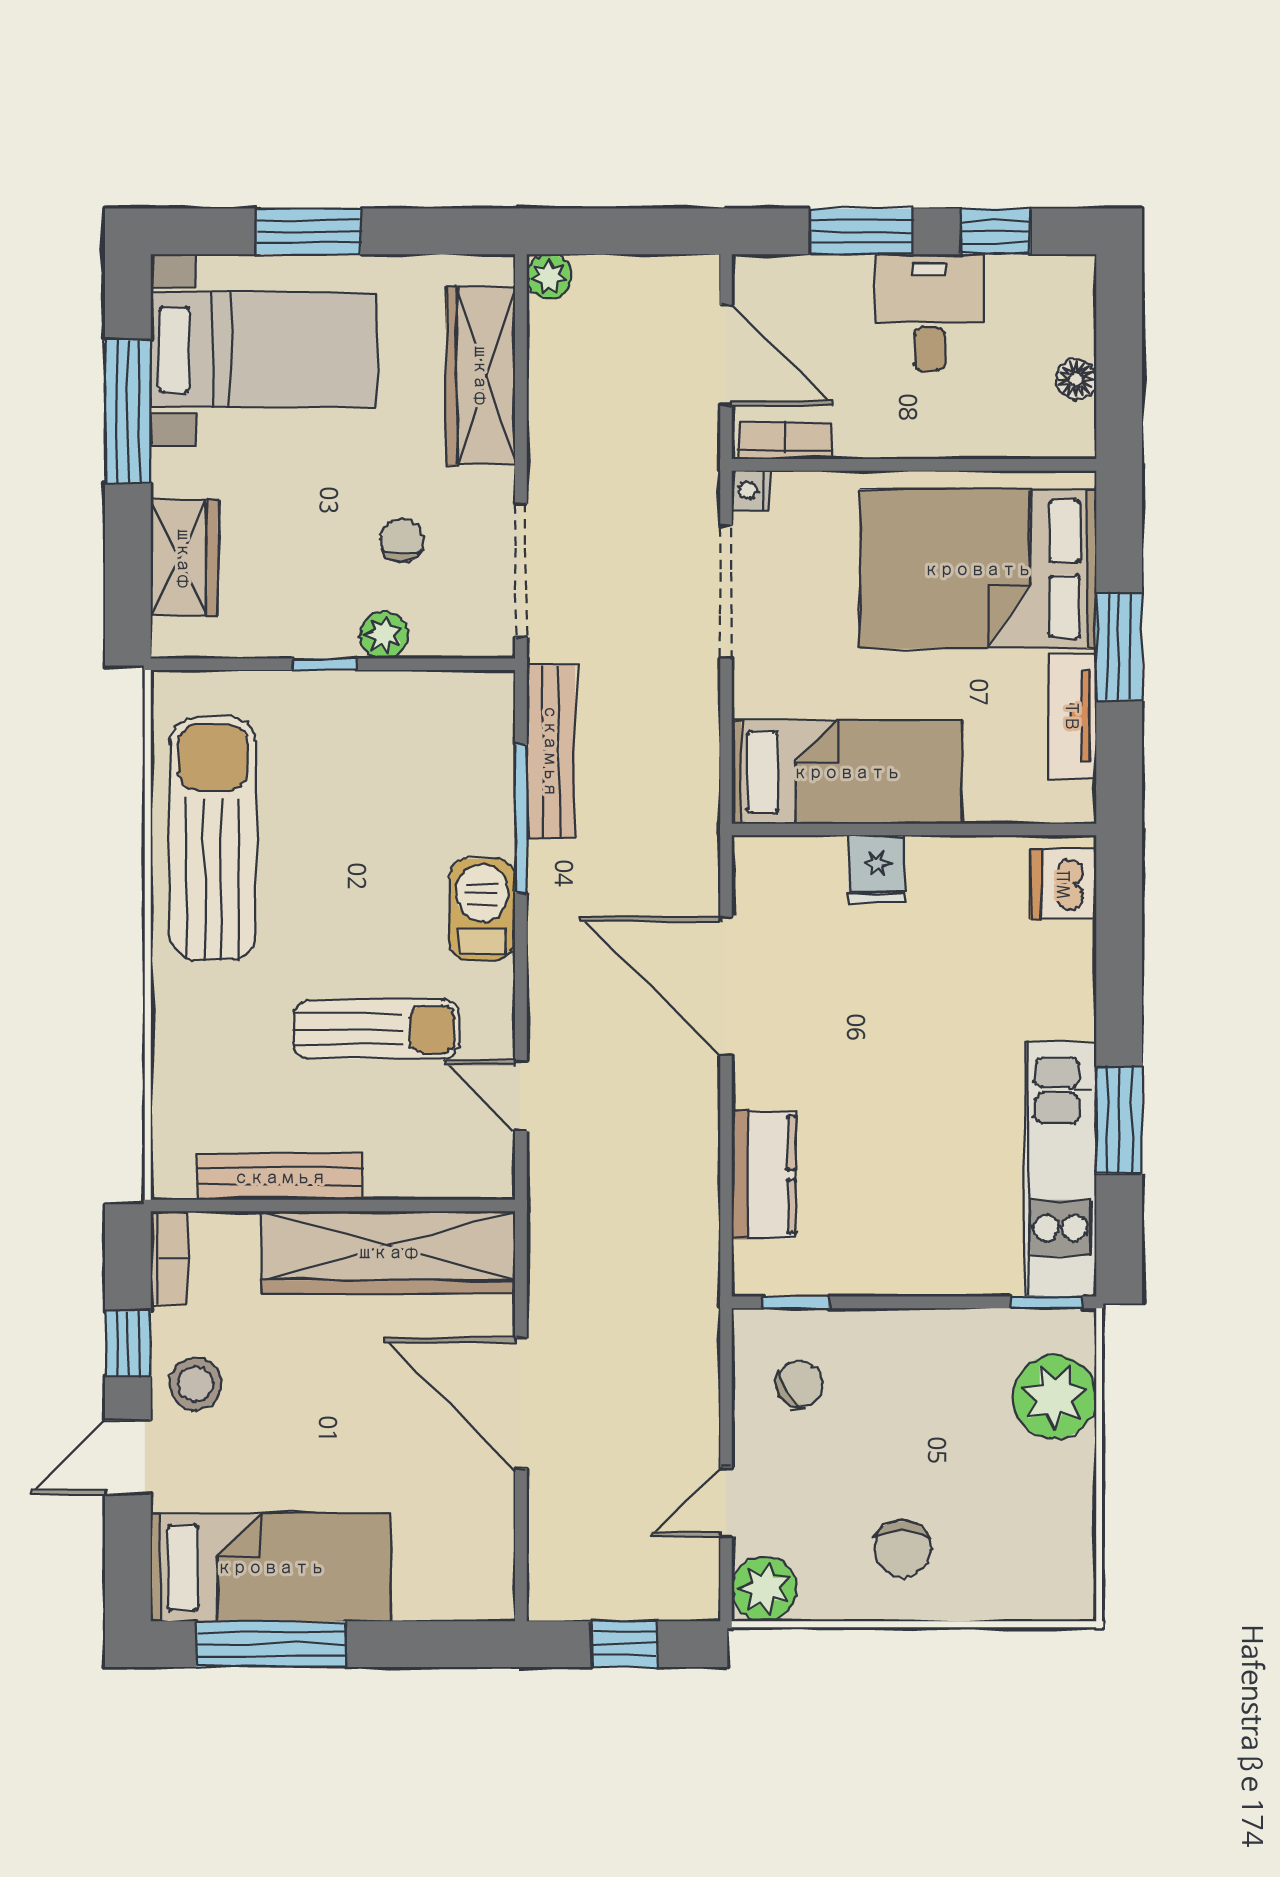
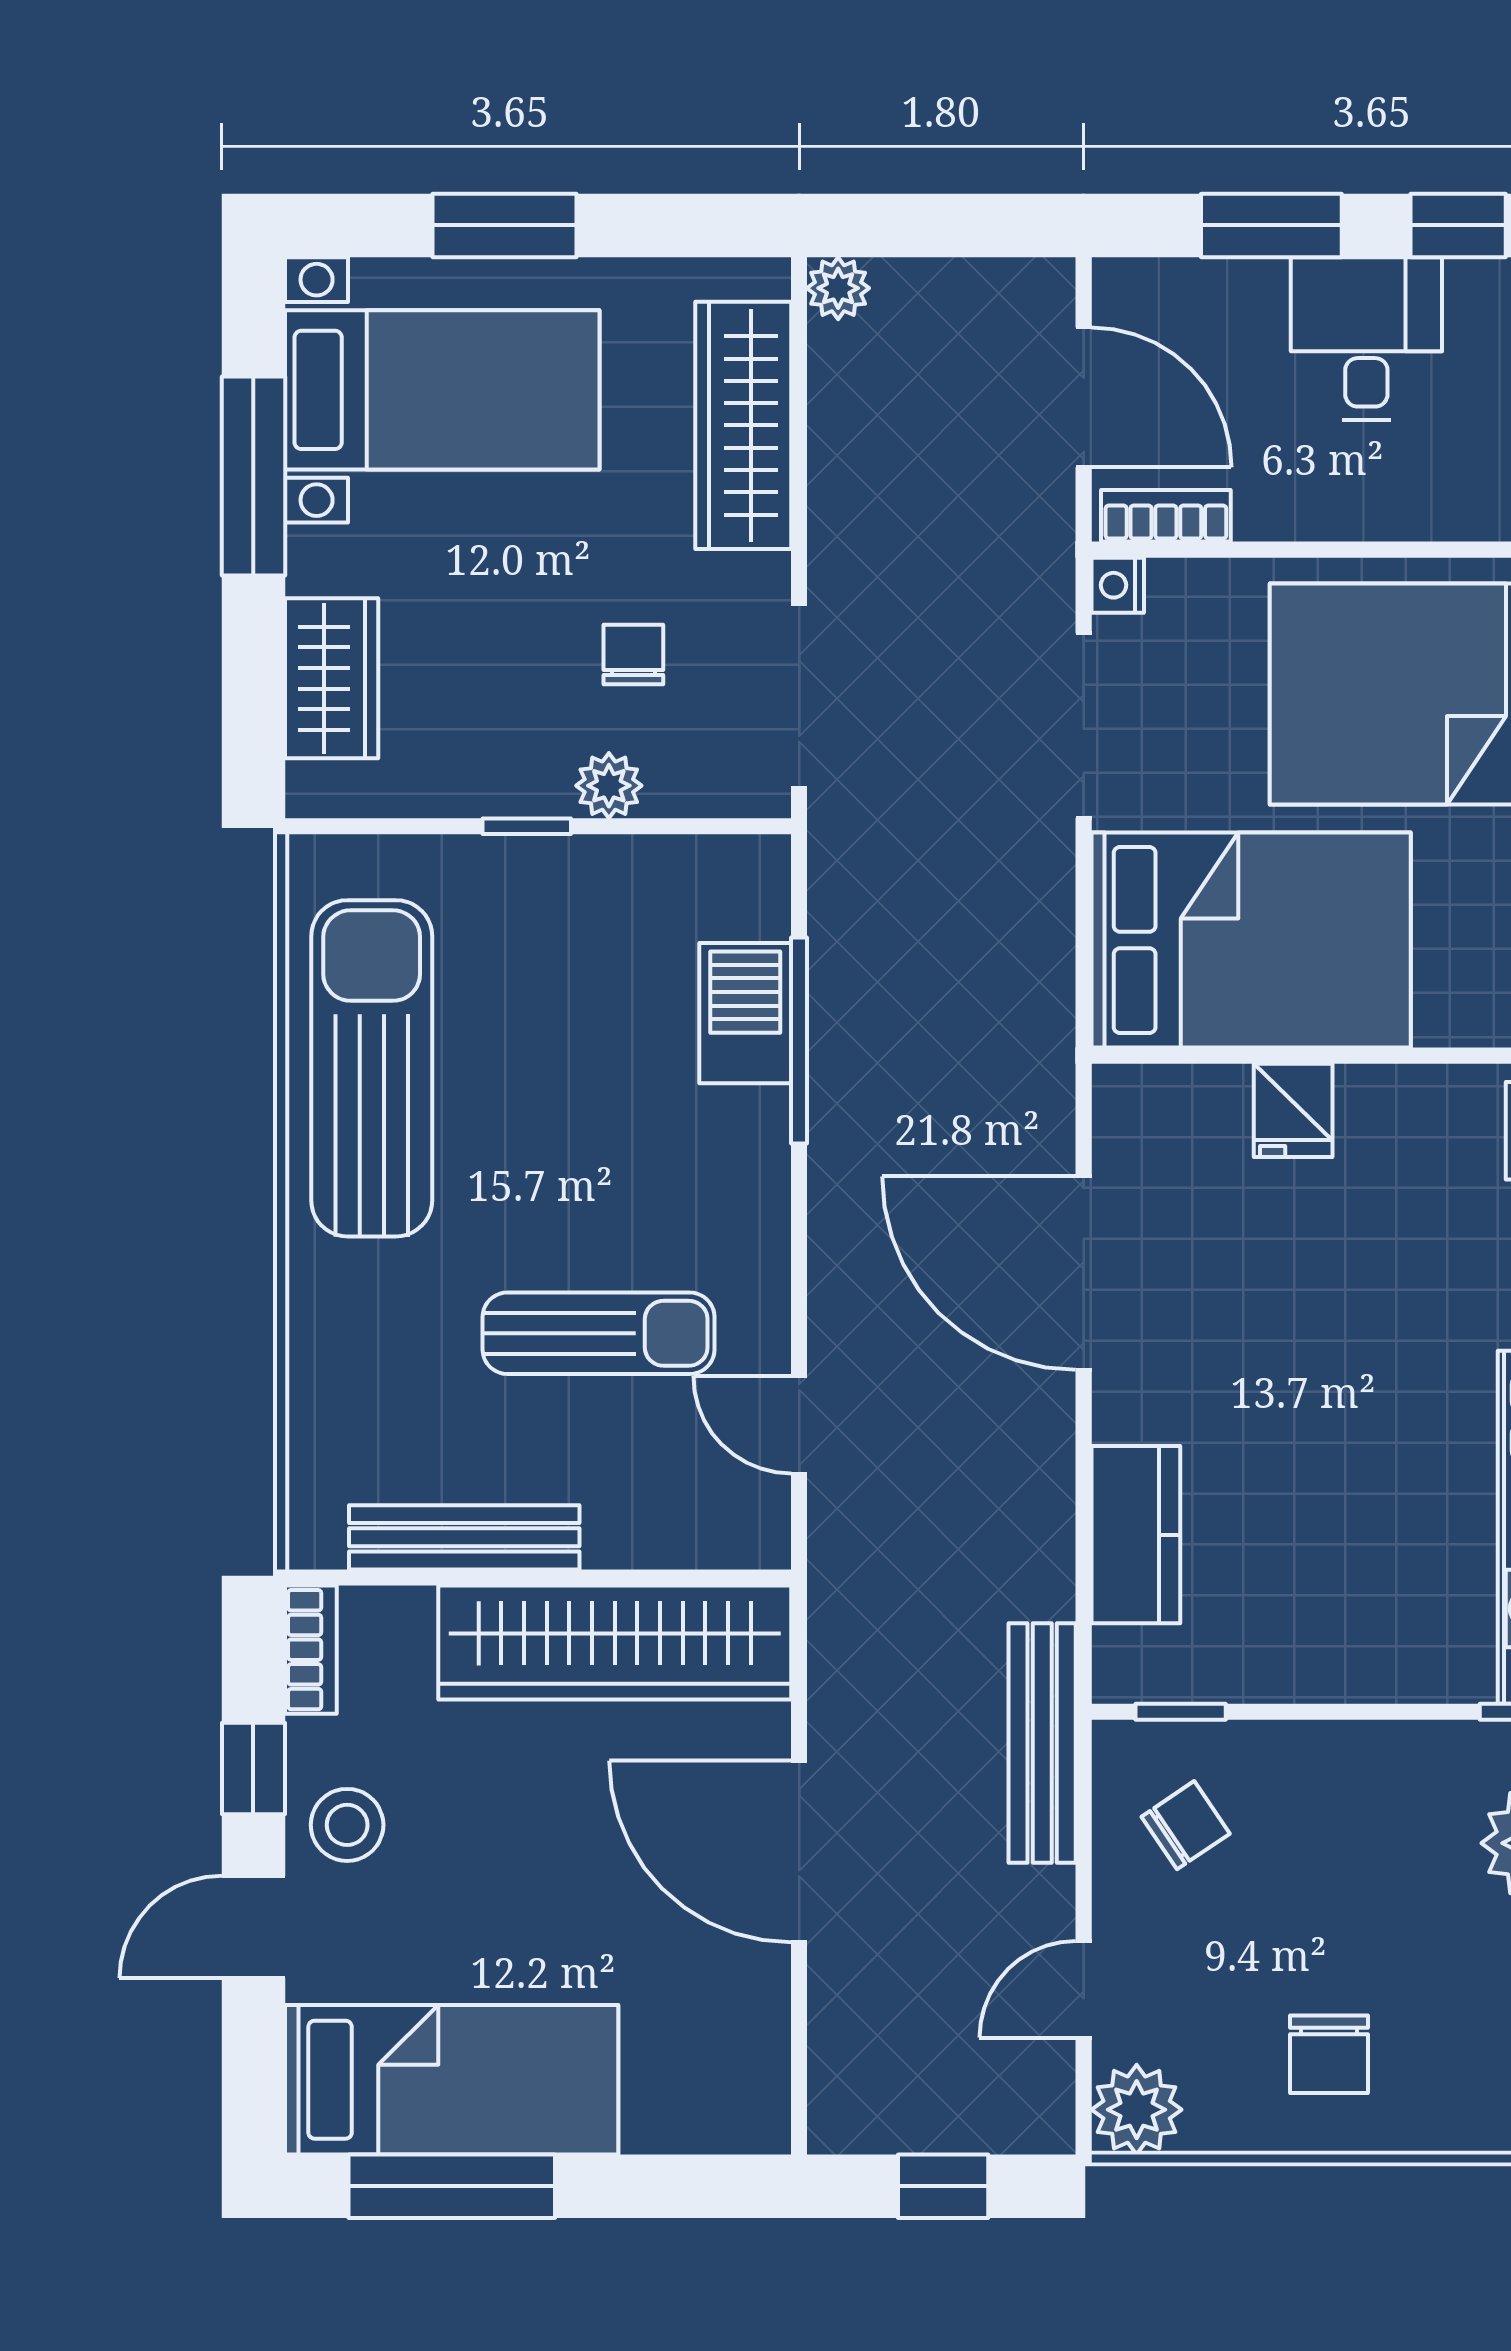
bench: (551, 751) -> (1042, 1743), moved
bed: (847, 772) -> (1251, 940), width x1.50
barbecue: (482, 909) -> (745, 1013), moved

